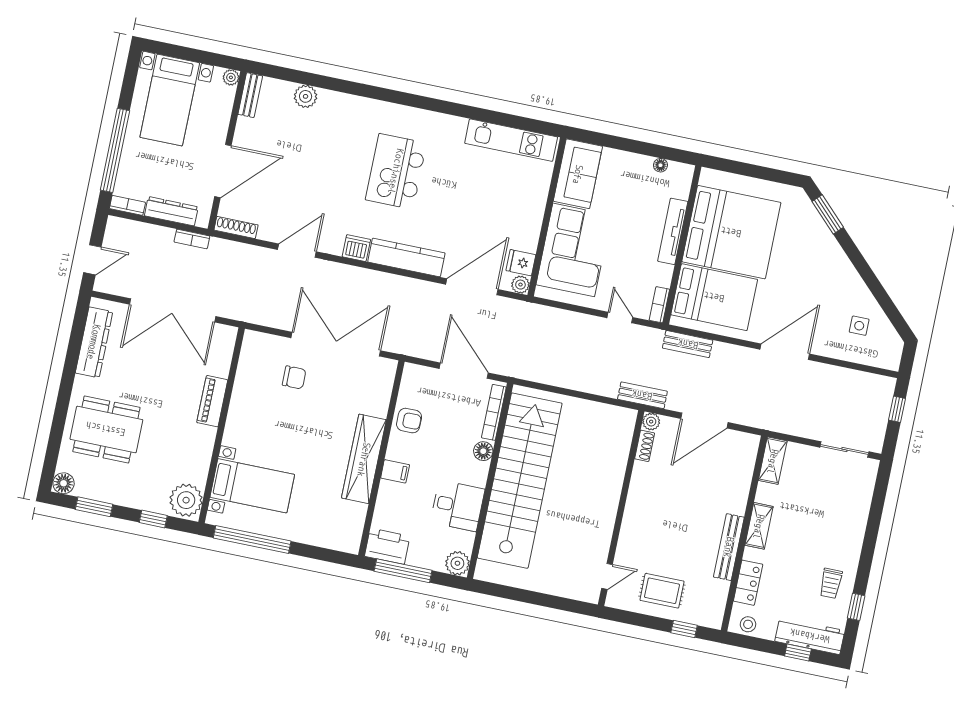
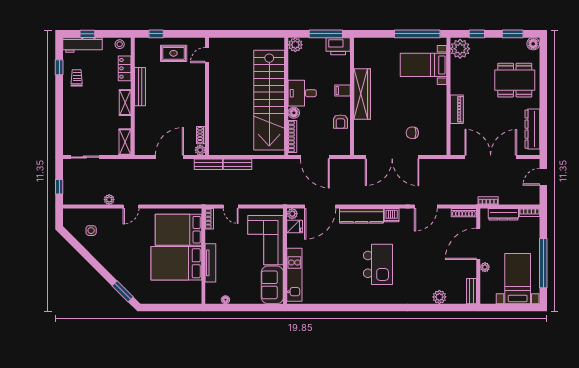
plant: (231, 77) -> (485, 267), moved
kitchen unit: (511, 140) -> (294, 275), moved, turned 90
window: (115, 150) -> (543, 263), moved
bed: (731, 232) -> (176, 263), width x0.73
bench: (688, 344) -> (237, 164), moved
door: (785, 352) -> (131, 207), width x0.53
plant: (819, 371) -> (109, 200), added
armchair: (409, 421) -> (340, 122), turned -90
desk: (458, 506) -> (302, 93), moved

